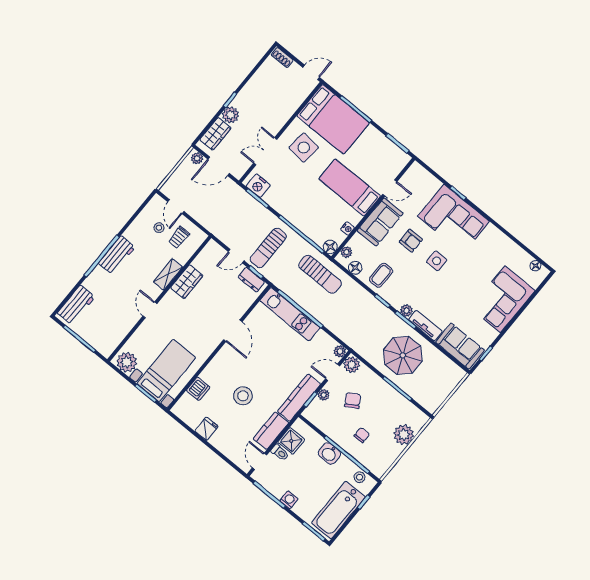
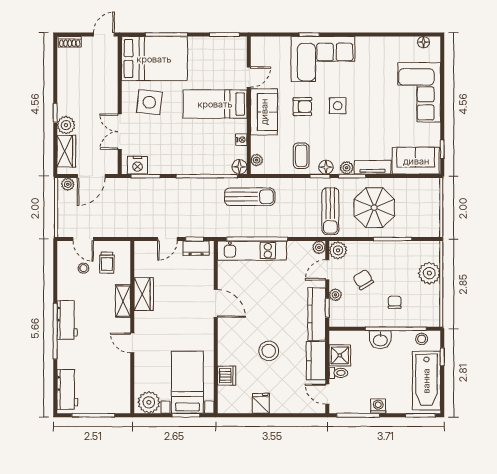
sun lounger: (268, 248) -> (330, 211), moved
floor lamp: (355, 268) -> (326, 167), moved

